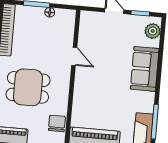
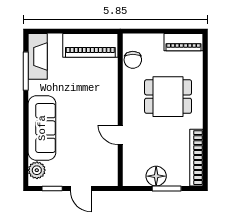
floor lamp: (50, 12) -> (156, 176), width x1.89, depth x1.89
sofa: (145, 69) -> (42, 128), width x1.36

